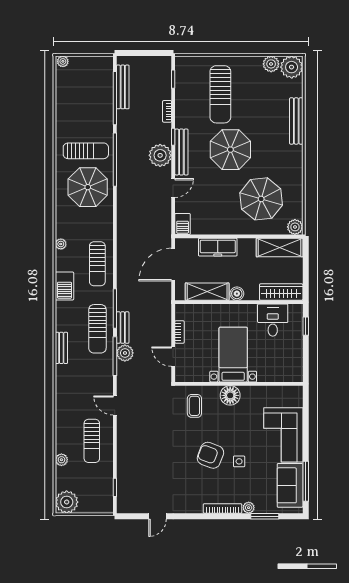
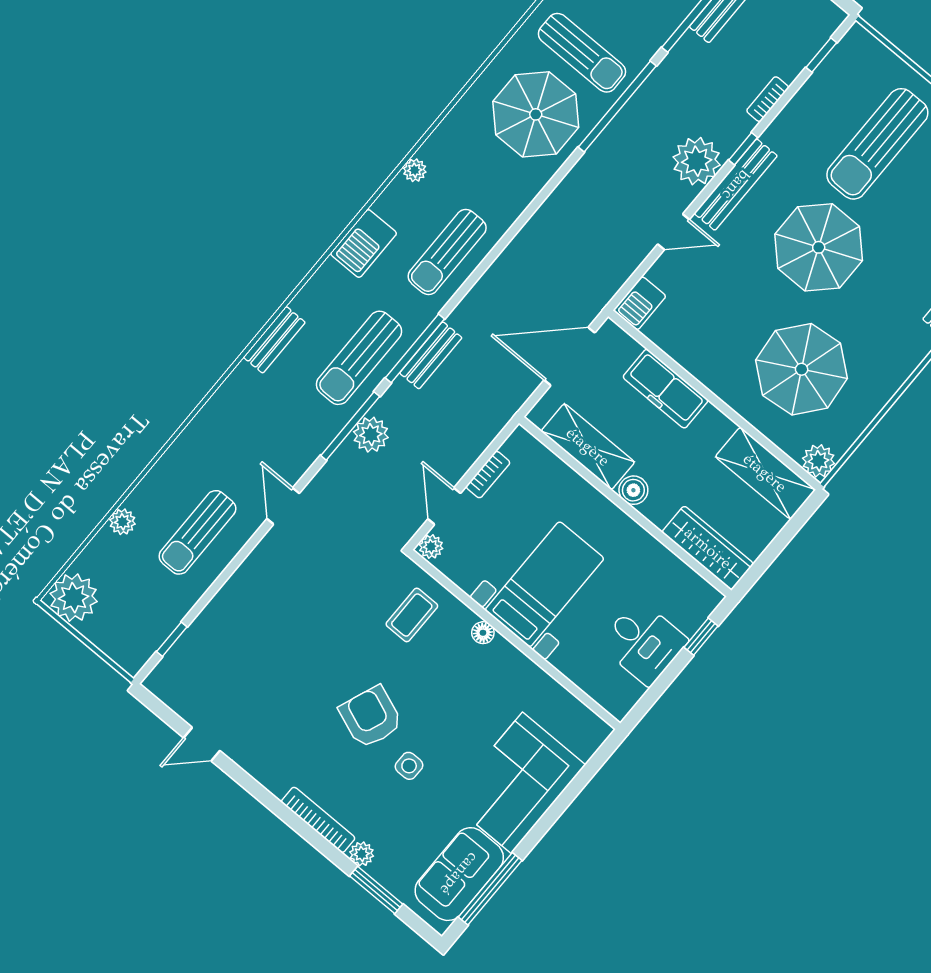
desk: (273, 320) -> (643, 642), moved, turned 90
bench: (123, 328) -> (431, 355), moved
plant: (181, 375) -> (431, 547), added
floor lamp: (230, 395) -> (483, 633), width x0.53, depth x0.53

